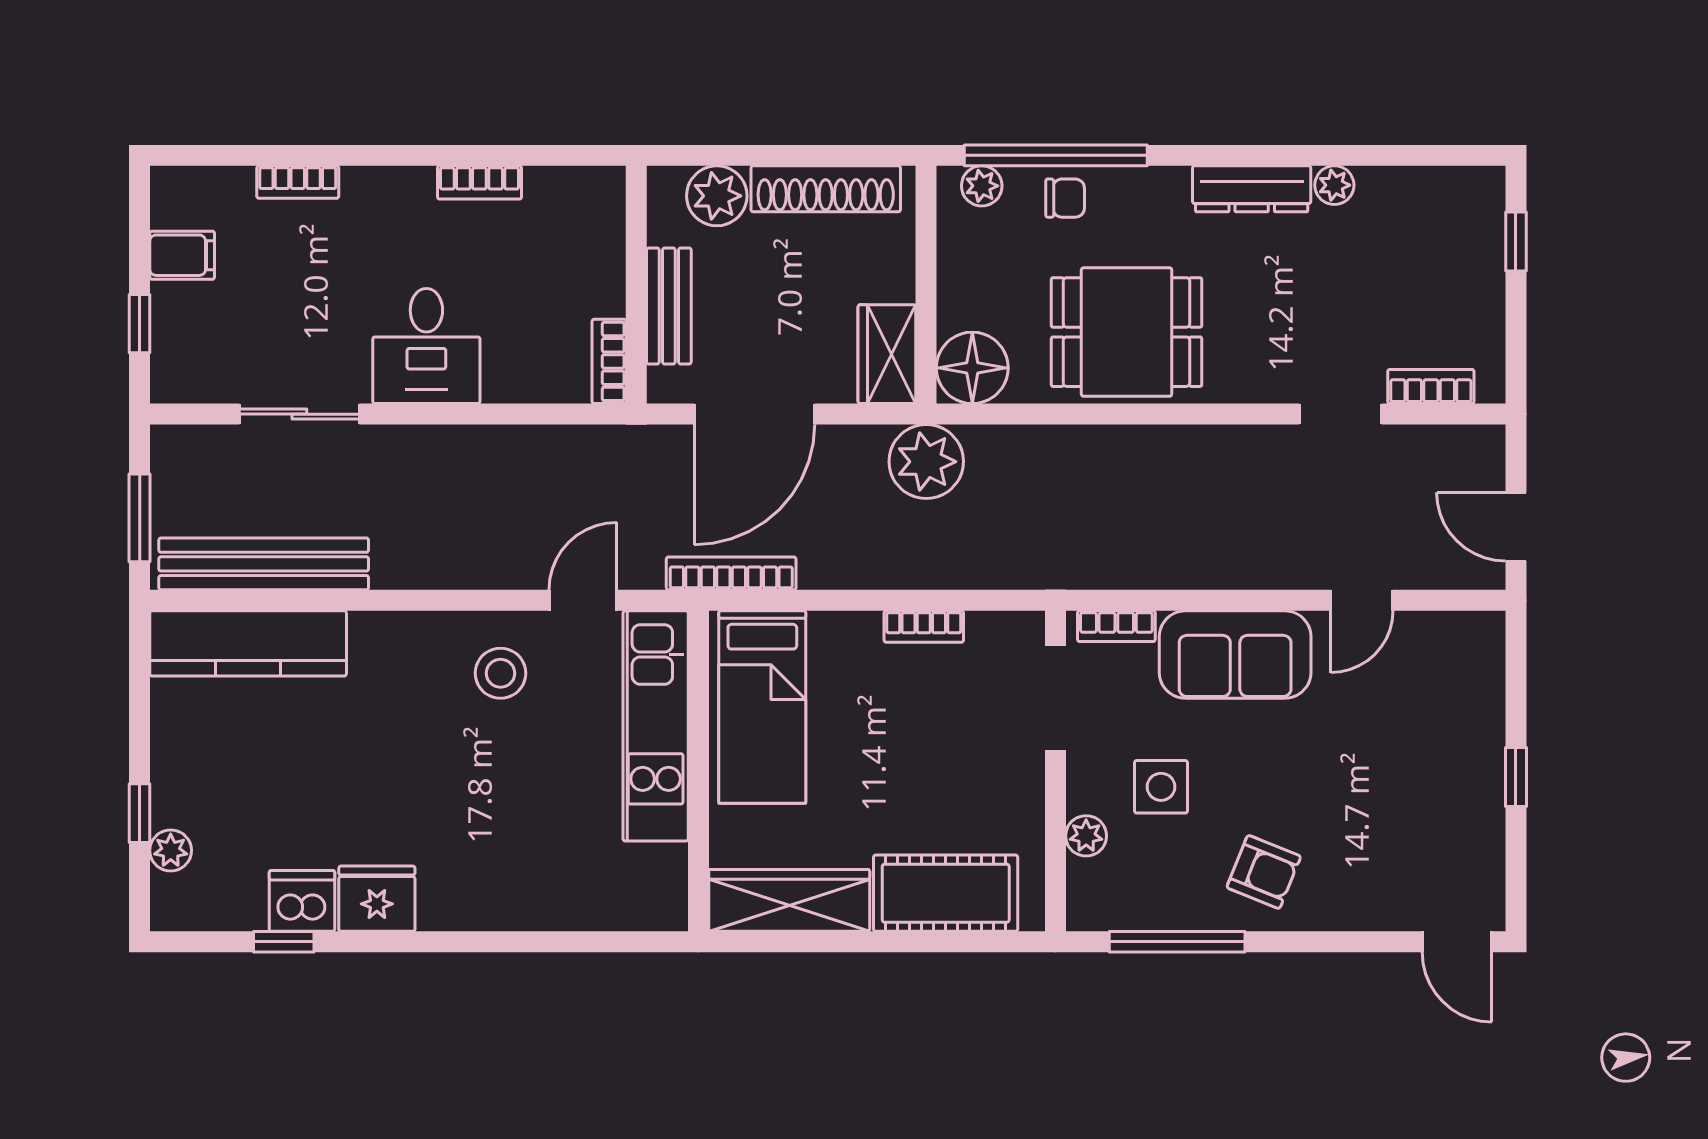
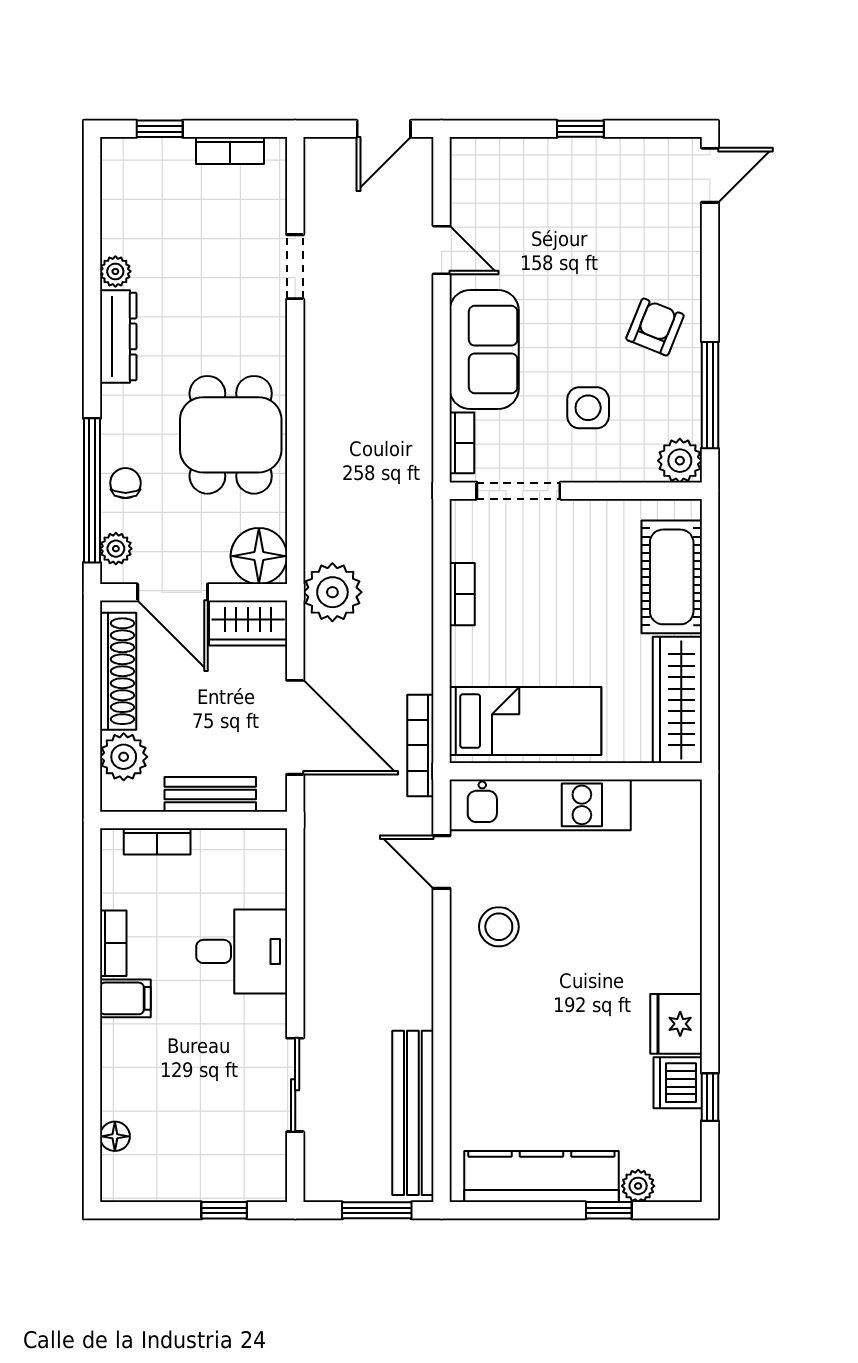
bookcase: (298, 182) -> (113, 1086), removed
floor lamp: (234, 185) -> (115, 1136), added
filing cabinet: (182, 255) -> (125, 998), moved, turned 90
door: (926, 258) -> (173, 592), added
desk: (426, 346) -> (242, 951), moved
bookcase: (609, 361) -> (157, 841), moved
bookcase: (1431, 387) -> (230, 150), moved, turned -90
kitchen counter: (248, 643) -> (541, 1176), moved, turned -90
plant: (1086, 836) -> (680, 461), moved, width x1.38, depth x1.38

